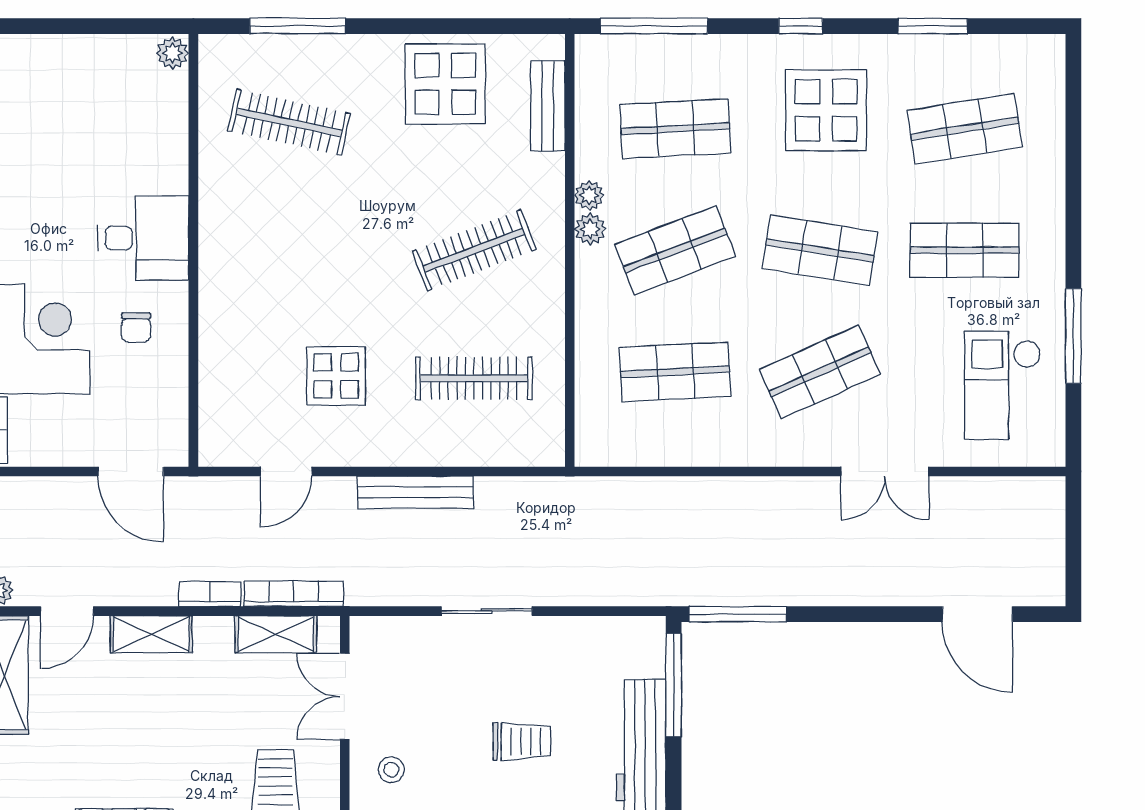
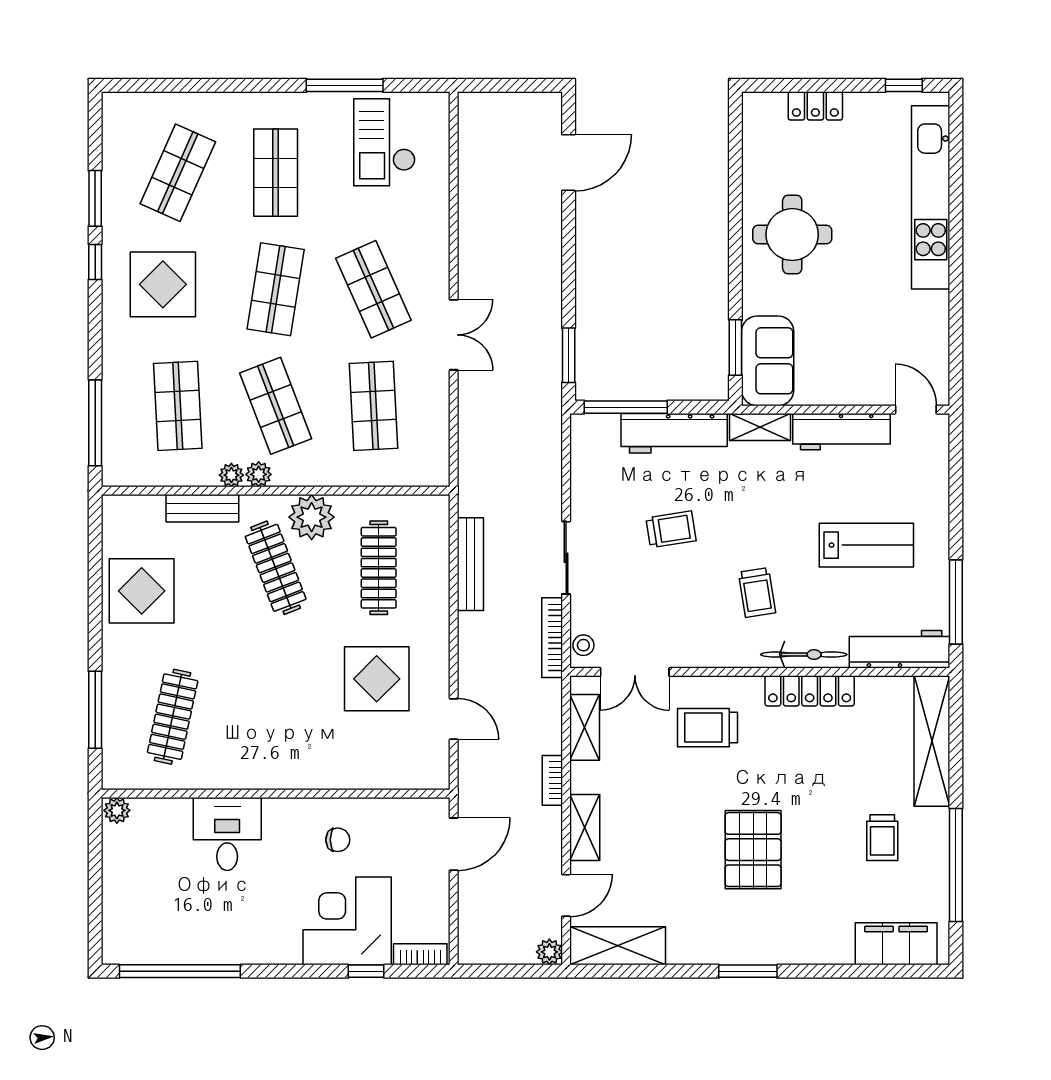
window: (801, 26) -> (95, 262), moved
bench: (548, 106) -> (202, 508), moved
shop shelf: (965, 129) -> (178, 173), turned 33
desk: (143, 238) -> (227, 834), moved
plant: (537, 295) -> (312, 517), added
display table: (336, 376) -> (377, 679), width x1.36, depth x1.36
checkout: (1003, 385) -> (384, 142), turned 90
double door: (885, 471) -> (454, 335), moved
bench: (416, 492) -> (470, 564), moved
bookcase: (294, 594) -> (552, 638), moved
door: (67, 611) -> (566, 895), hinge flipped
window: (738, 614) -> (569, 355), width x0.69
trolley: (522, 741) -> (671, 529), turned 81
stool: (391, 770) -> (583, 645), moved

